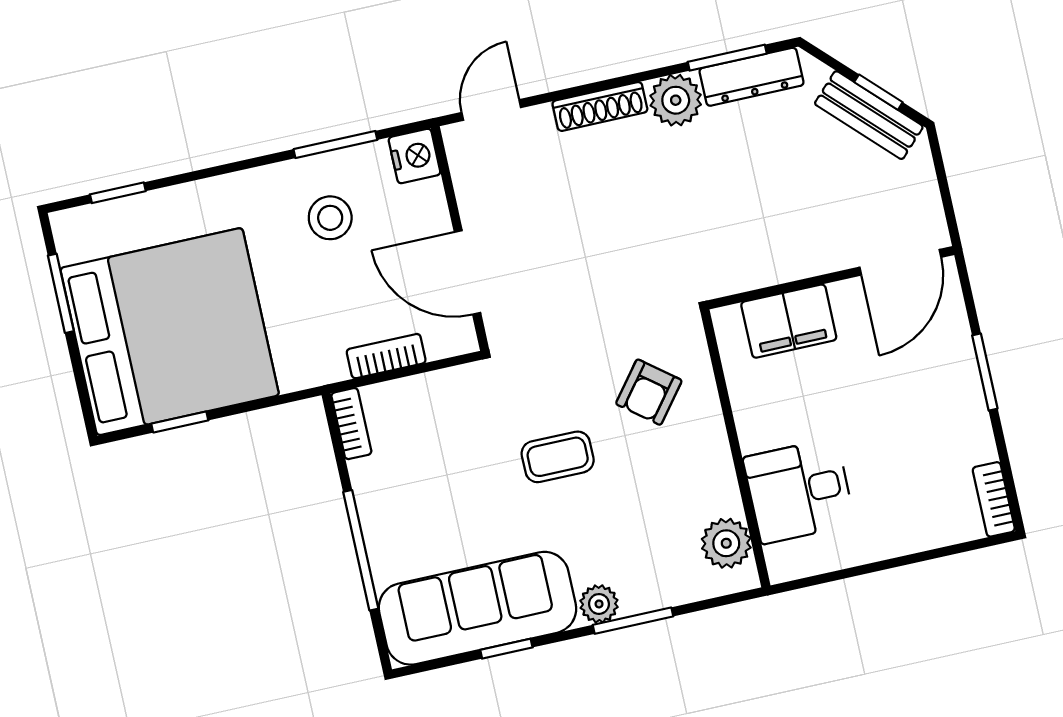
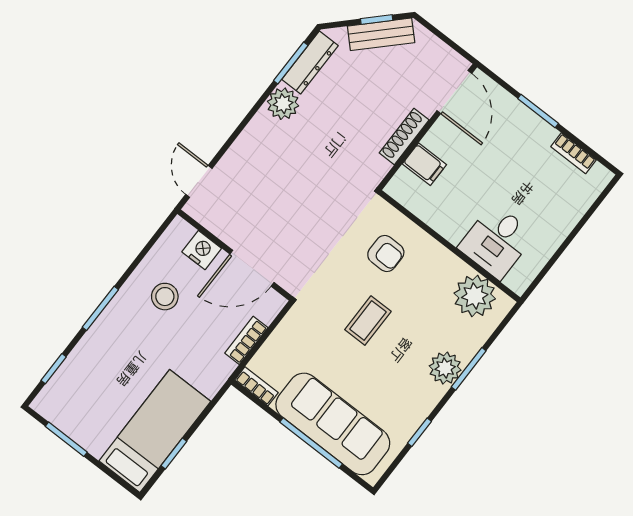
shoe rack: (600, 106) -> (404, 136), moved, turned 180
window: (335, 144) -> (100, 308), moved
nightstand: (414, 156) -> (202, 250), moved
filing cabinet: (789, 321) -> (424, 164), width x0.50
bed: (170, 332) -> (155, 431), width x0.49
armchair: (649, 392) -> (386, 253), turned -38
bookcase: (994, 499) -> (574, 153), moved
plant: (726, 543) -> (475, 296), width x1.36, depth x1.36
plant: (599, 604) -> (445, 368), width x1.38, depth x1.38
sofa: (478, 608) -> (333, 424), moved, turned 90

